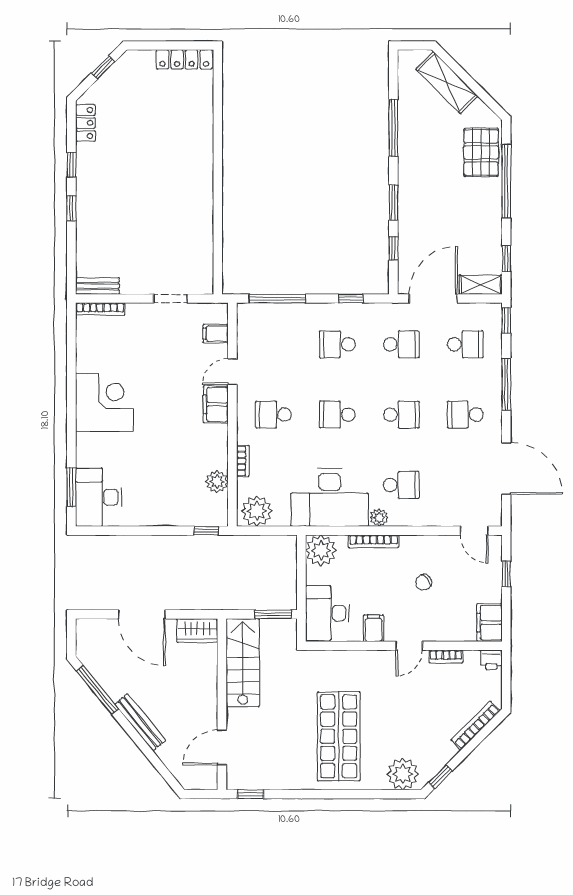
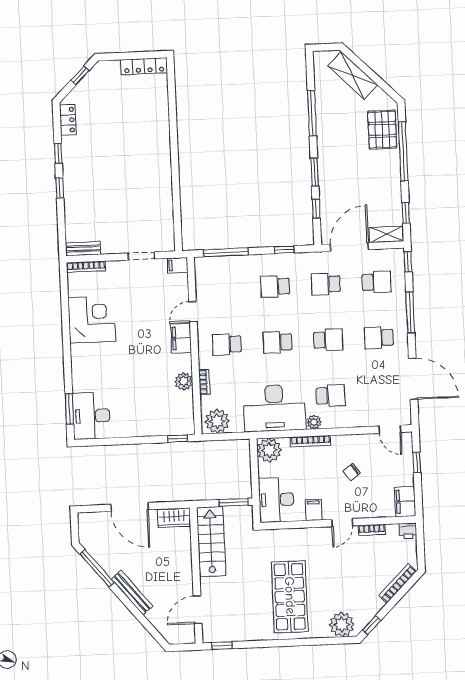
filing cabinet: (216, 334) -> (178, 265), moved
school desk: (401, 344) -> (326, 284), turned 180
corner desk: (104, 402) -> (92, 319), moved
plant: (217, 482) -> (184, 381), moved

